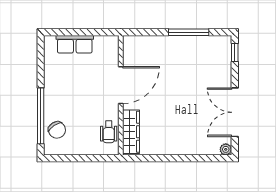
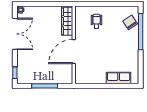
door: (121, 85) -> (74, 52), moved
wall: (121, 95) -> (74, 45), moved
wardrobe: (131, 132) -> (67, 21), moved

